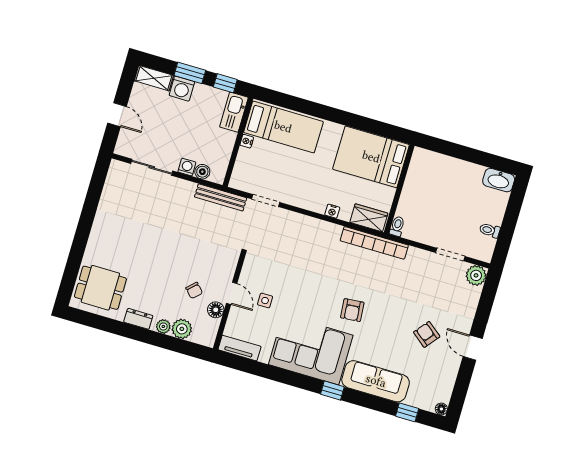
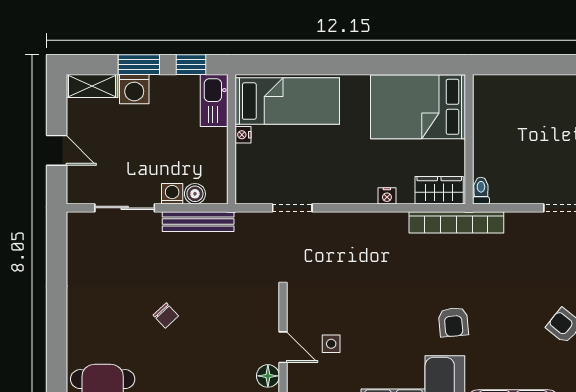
bench: (221, 197) -> (198, 222), moved
chair: (194, 290) -> (166, 316), moved

